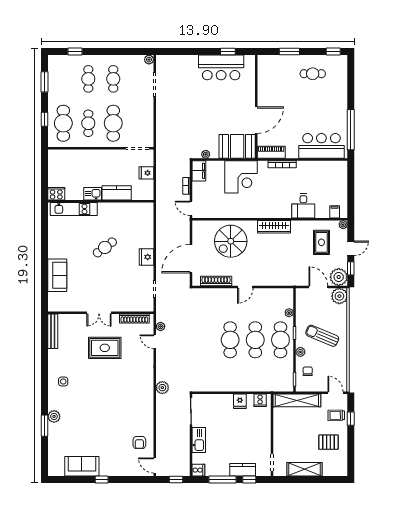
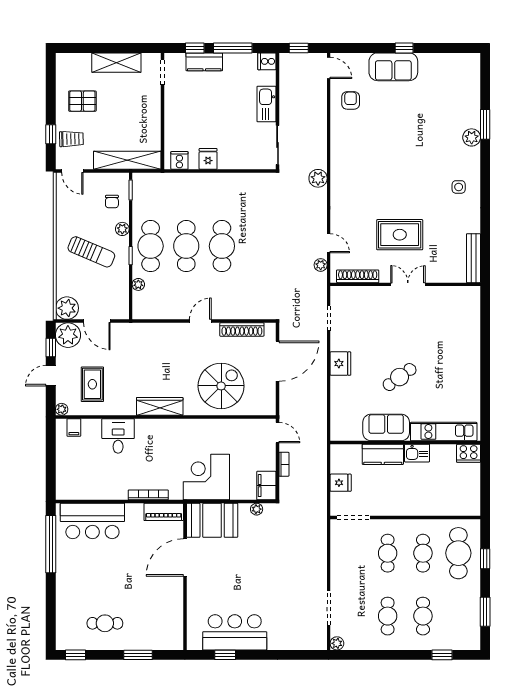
cafe table: (113, 123) -> (388, 553), width x0.73, depth x0.74
sofa: (57, 275) -> (386, 427), moved, turned 90
sofa: (82, 466) -> (393, 67), moved

